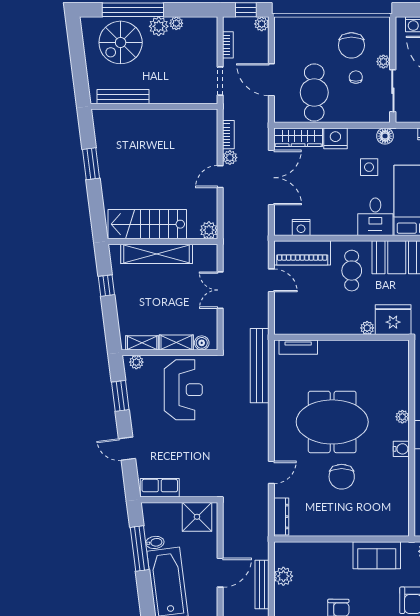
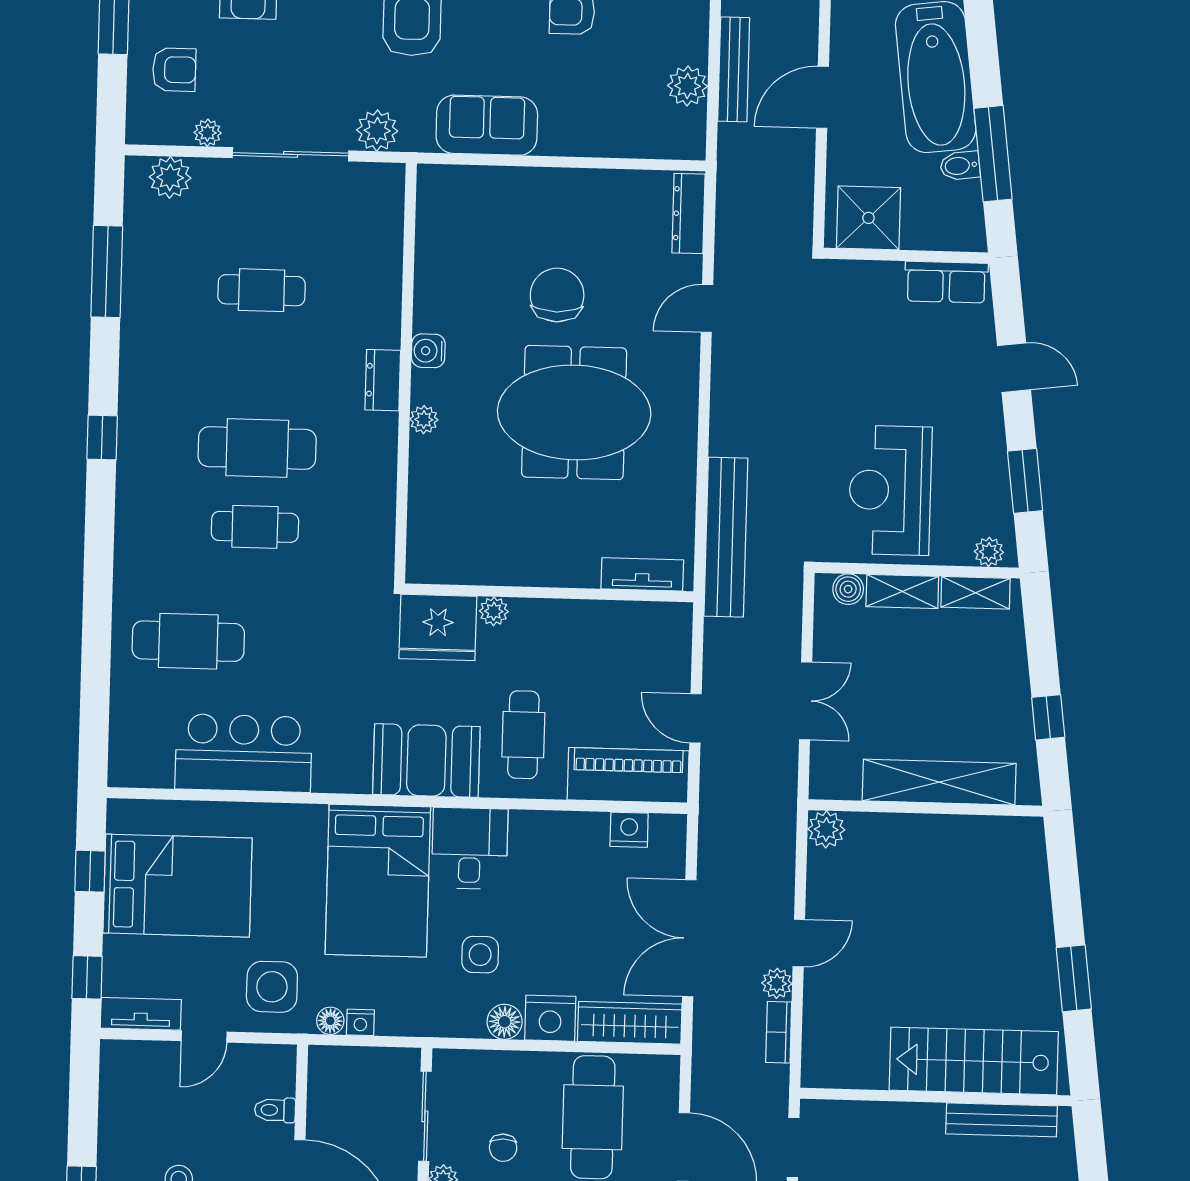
floor lamp: (385, 136) -> (505, 1022), moved
stairs: (147, 224) -> (974, 1061), moved, turned 180

